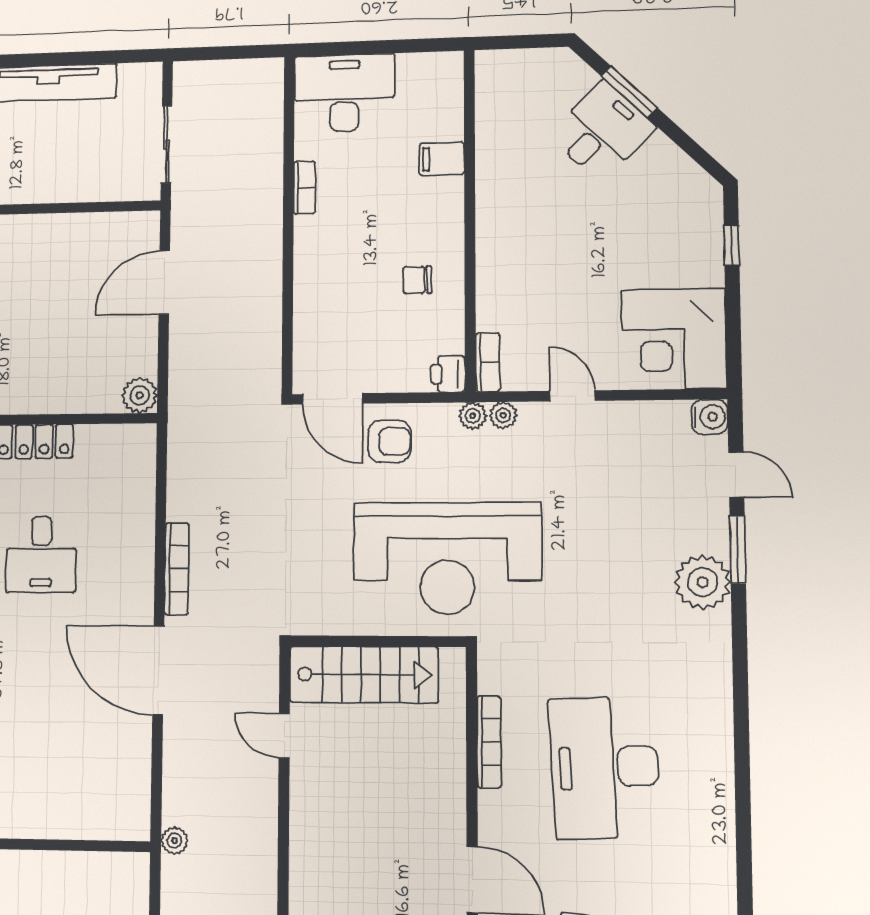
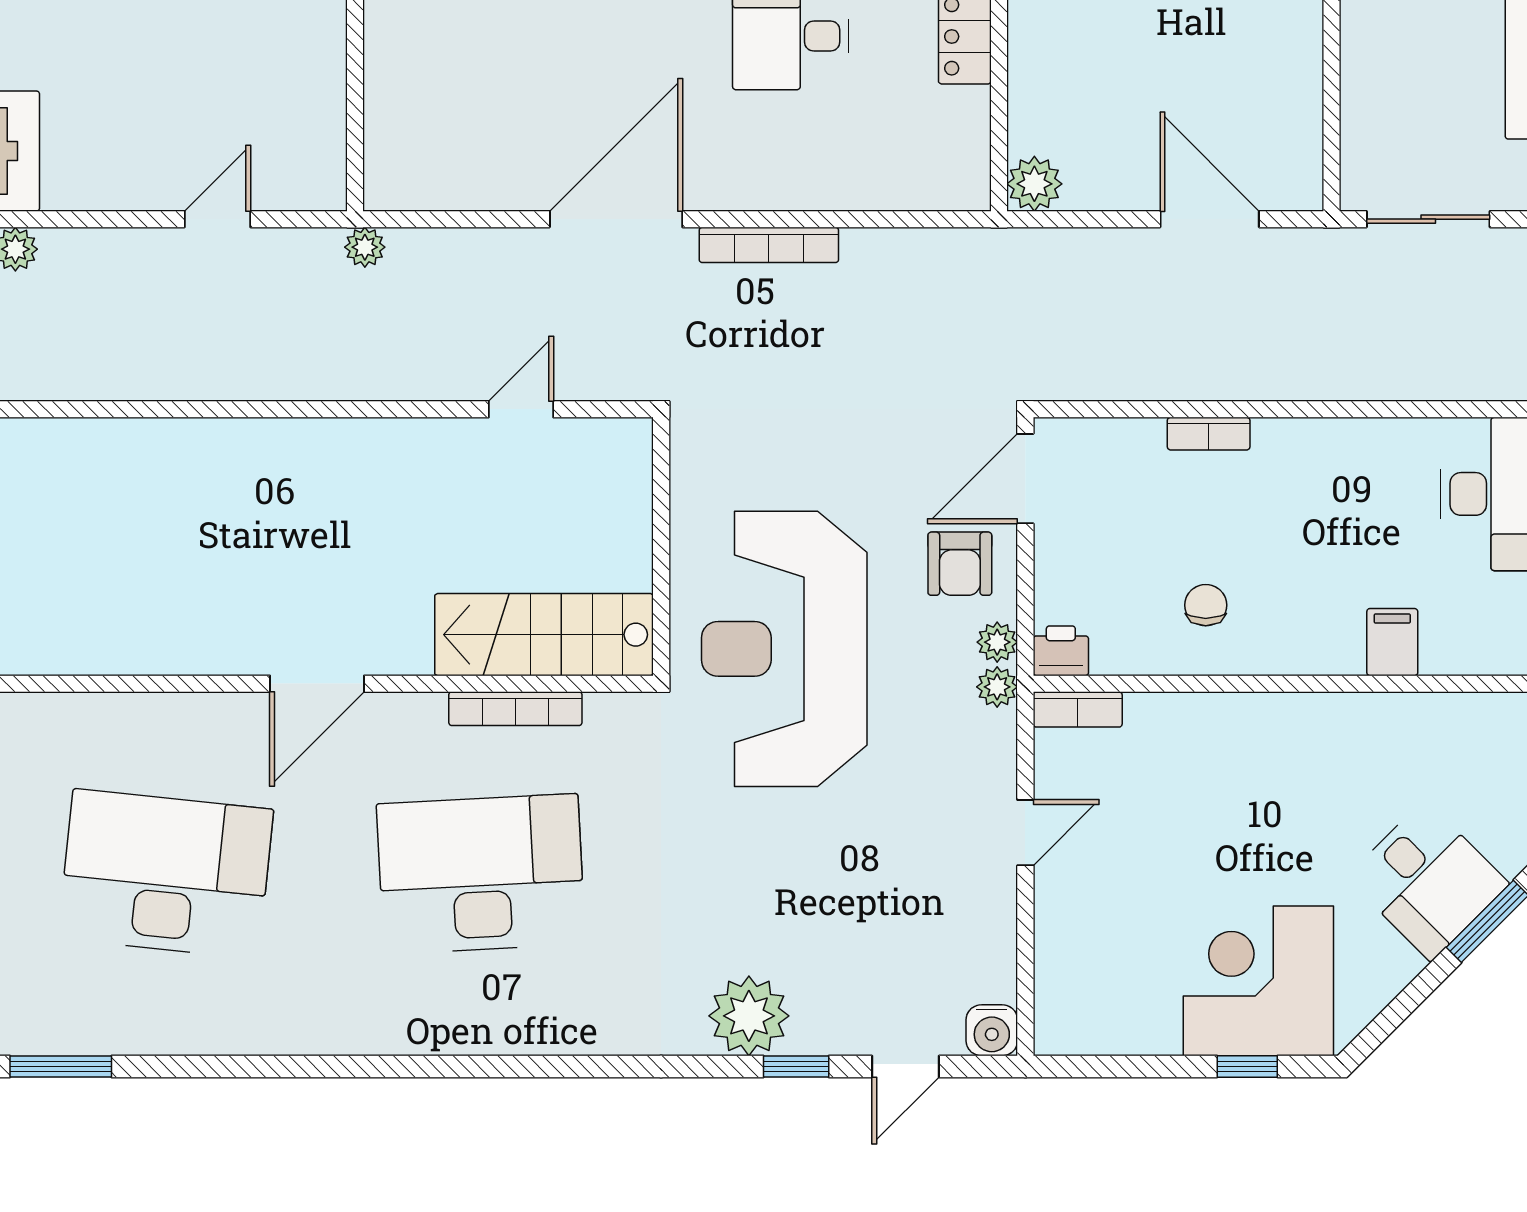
bookcase: (304, 188) -> (1209, 434), moved
corner desk: (674, 339) -> (1258, 981), moved
plant: (503, 415) -> (997, 642), moved
window: (738, 550) -> (796, 1066), width x0.67
stairs: (364, 674) -> (544, 635), moved, turned 90

